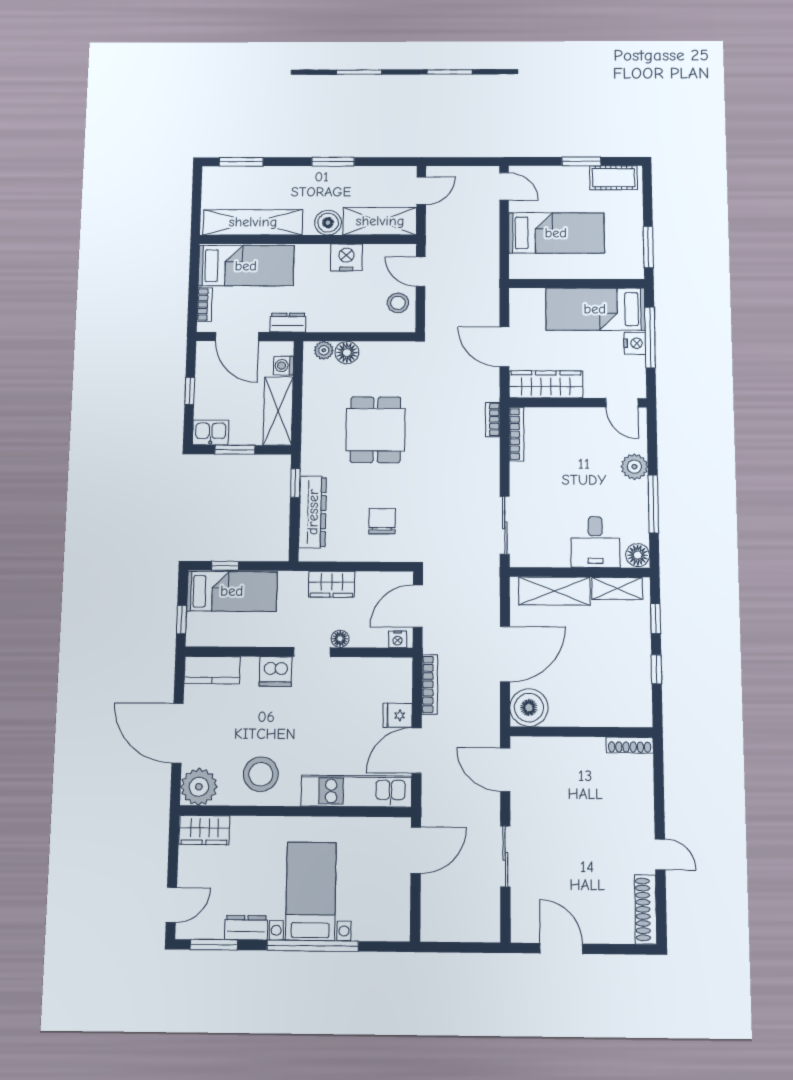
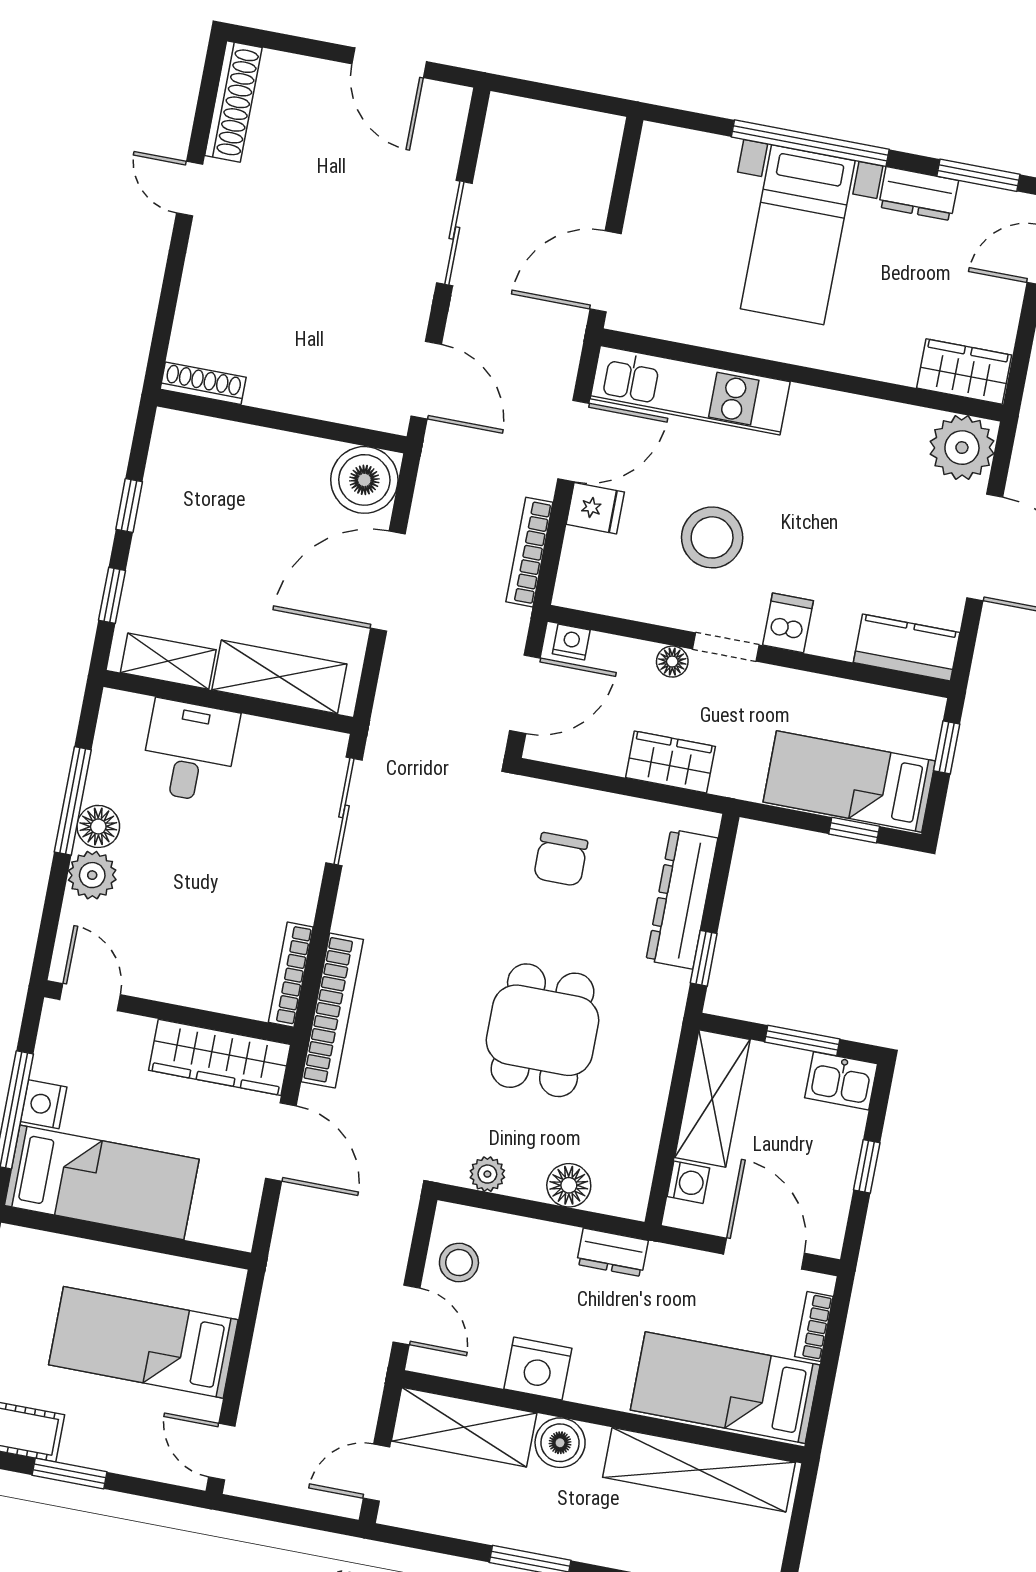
dresser: (288, 323) -> (612, 1252), moved
plant: (324, 350) -> (487, 1174), moved
bookcase: (493, 419) -> (332, 1011), width x2.31, depth x1.31
floor lamp: (638, 555) -> (98, 826), moved
dishwasher: (275, 672) -> (788, 623), width x0.73
stool: (261, 774) -> (712, 537), moved

